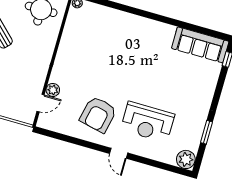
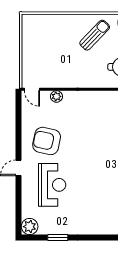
door: (41, 103) -> (32, 89), moved
reception desk: (148, 122) -> (52, 185), turned 180

